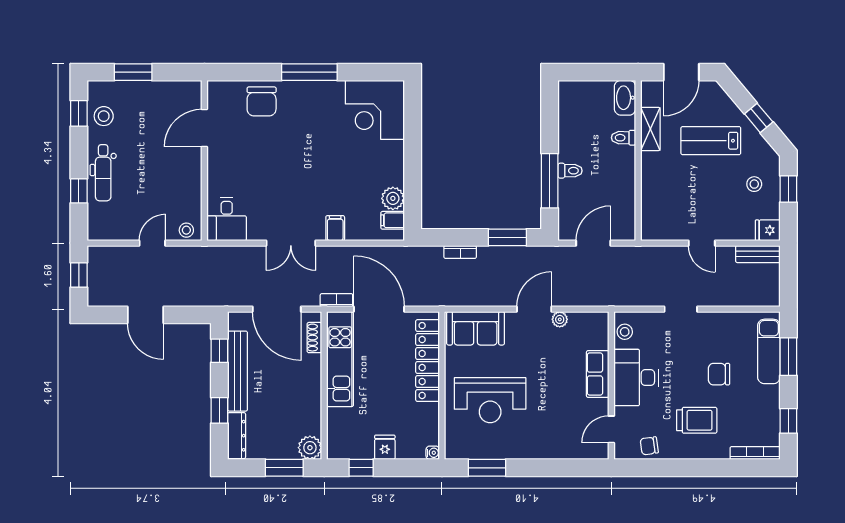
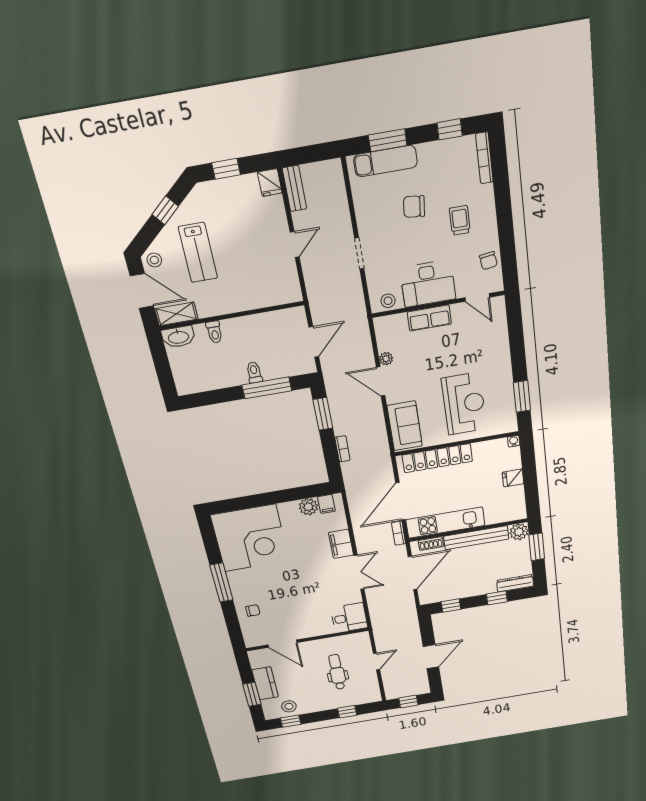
kitchen counter: (147, 93) -> (265, 683), added
chair: (262, 101) -> (253, 610), width x0.54, depth x0.54
corner desk: (375, 110) -> (250, 538), width x1.36, depth x1.36
shelving: (650, 129) -> (176, 314), moved
dental chair: (103, 173) -> (337, 672), moved, turned -90
stool: (754, 184) -> (154, 260), moved
filing cabinet: (335, 228) -> (341, 544), width x2.00
stool: (186, 230) -> (363, 642), removed
door: (152, 243) -> (376, 662), swing flipped
door: (593, 243) -> (314, 342), swing flipped
bench: (238, 371) -> (476, 538), moved
chair: (719, 374) -> (414, 207), turned 96
trolley: (697, 420) -> (460, 220), width x0.73, depth x0.72
window: (361, 468) -> (531, 493), removed

